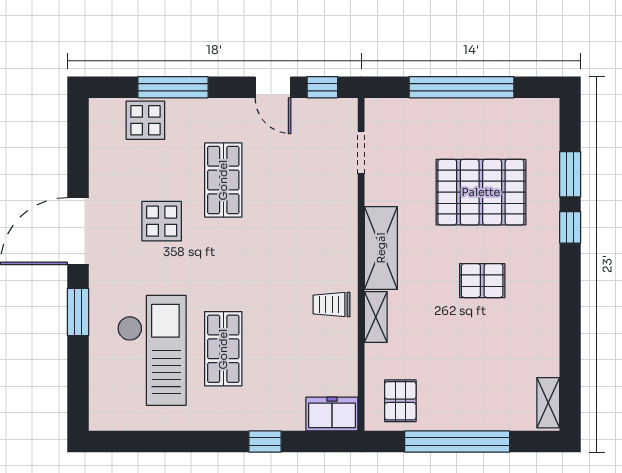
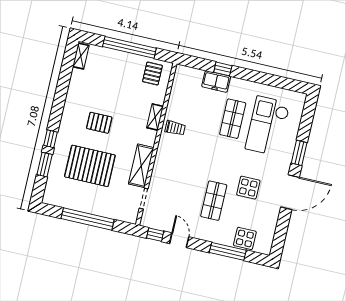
shelving: (381, 248) -> (141, 166), moved
freezer: (332, 414) -> (216, 81), moved

